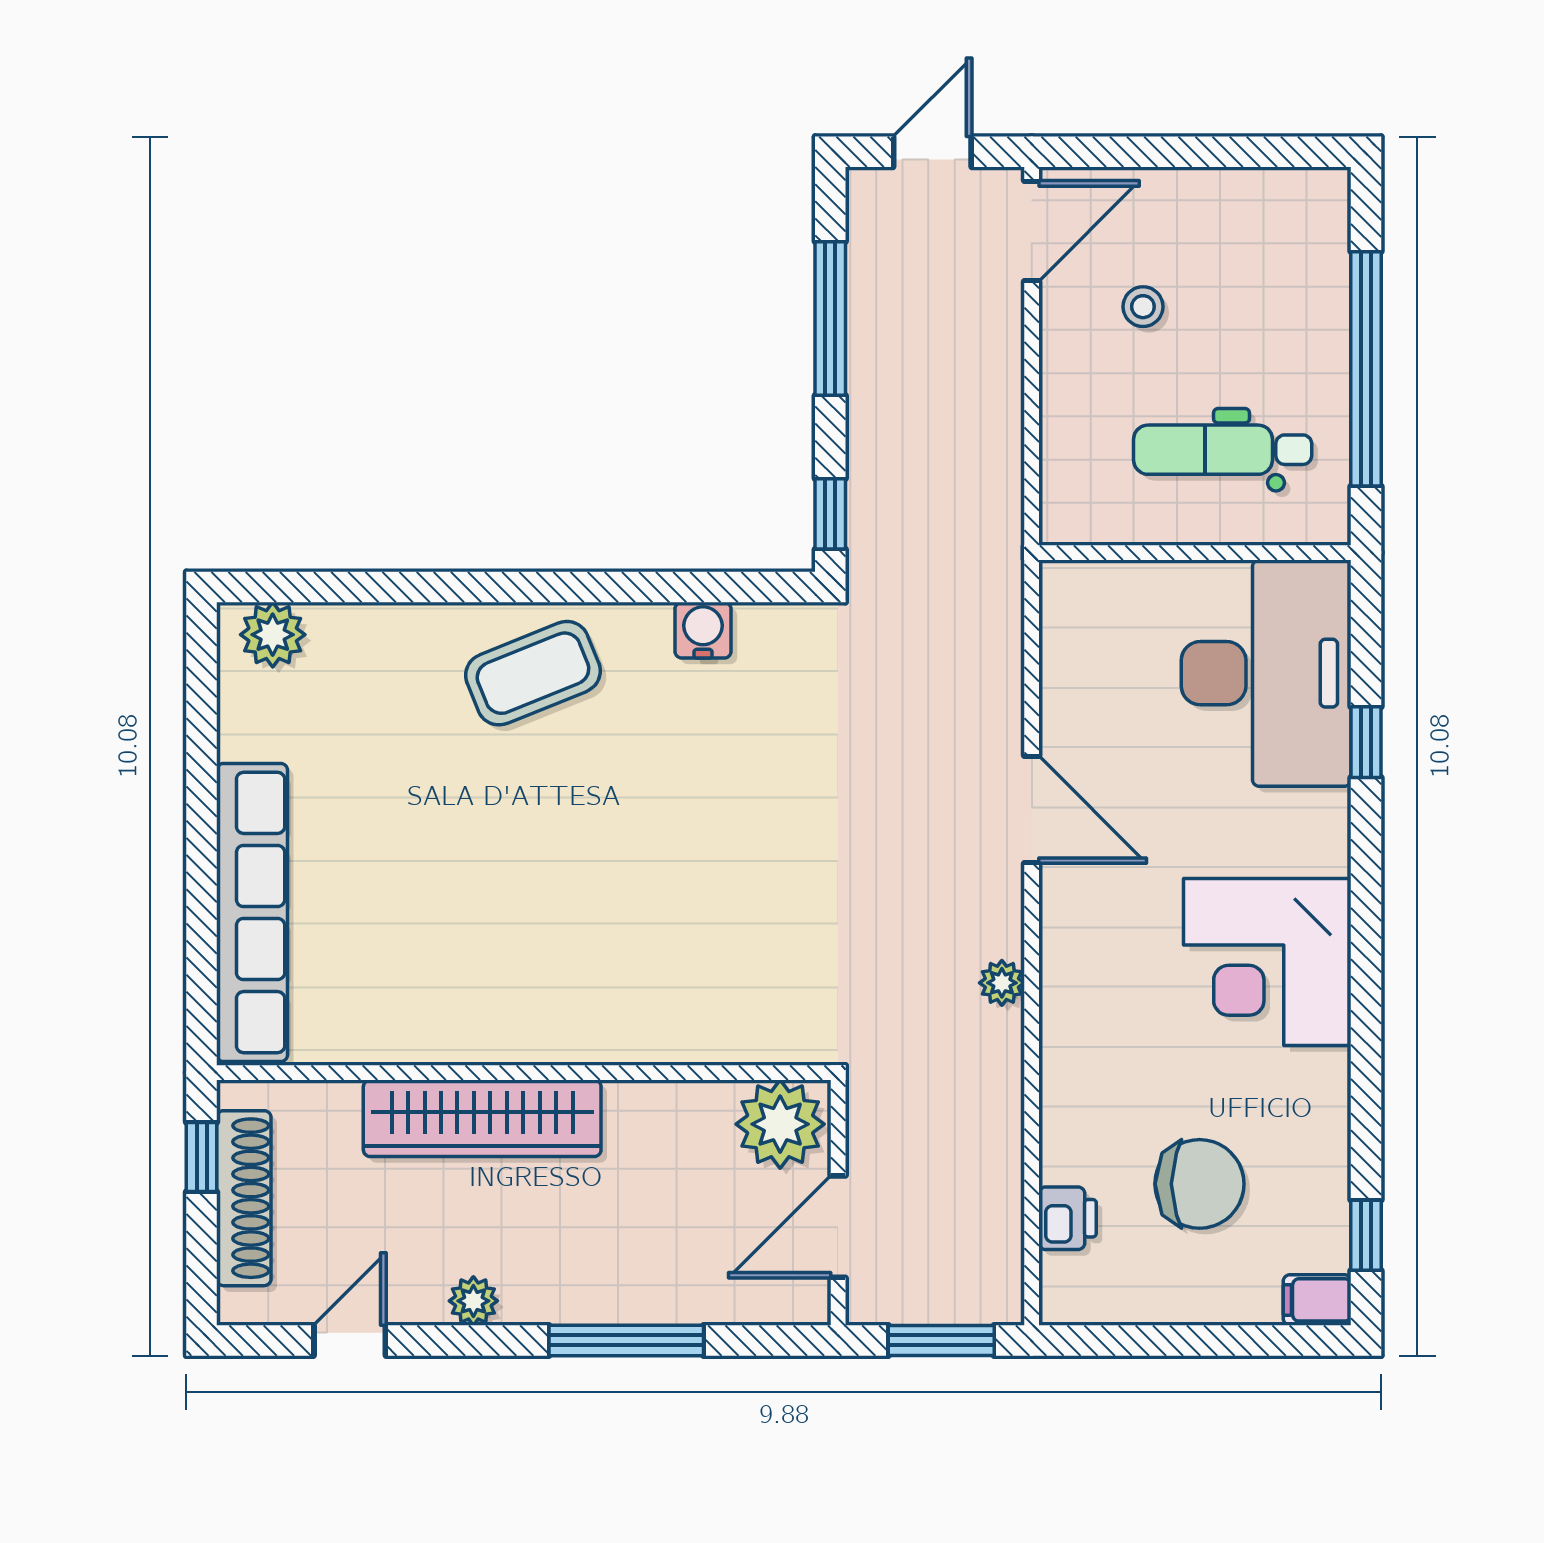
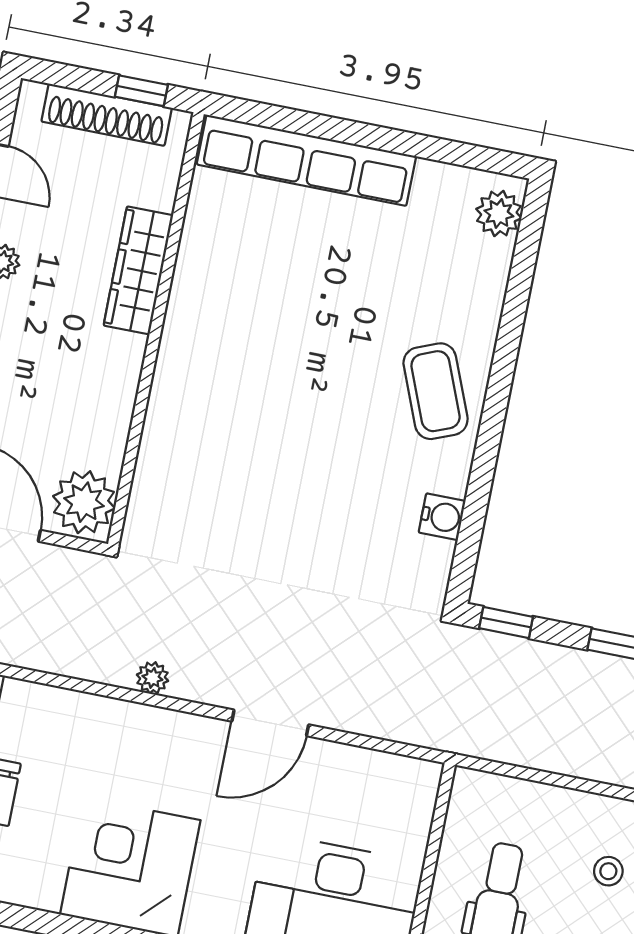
wardrobe: (482, 1118) -> (138, 270), width x0.71, depth x0.85

